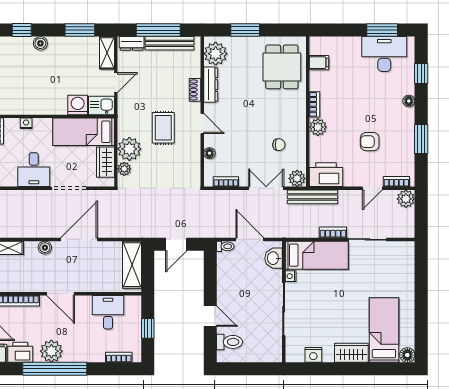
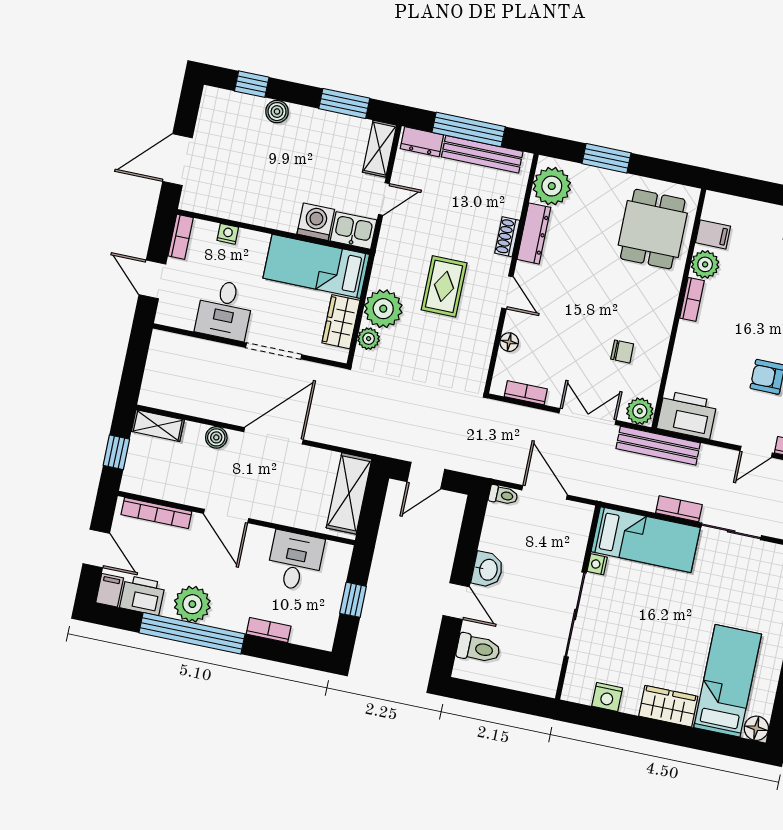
plant: (318, 127) -> (705, 264), moved
washbasin: (273, 258) -> (488, 570), moved, turned 180
bookcase: (119, 357) -> (269, 630), moved

